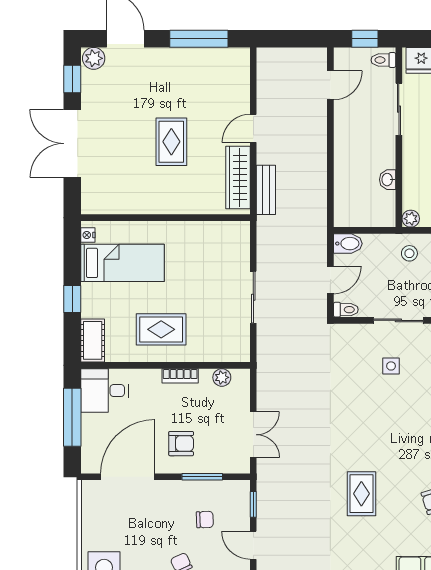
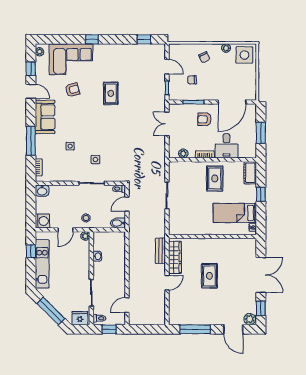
rug: (161, 329) -> (215, 178), turned 90
desk: (104, 391) -> (226, 146), moved, turned 90
window: (72, 417) -> (261, 133), width x0.69

